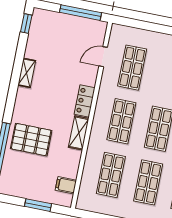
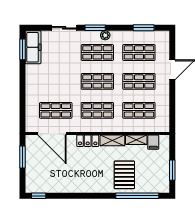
window: (81, 13) -> (22, 157), width x0.69
door: (103, 57) -> (52, 134), width x1.87
shelving: (27, 73) -> (136, 140), moved
window: (38, 205) -> (172, 170), moved

